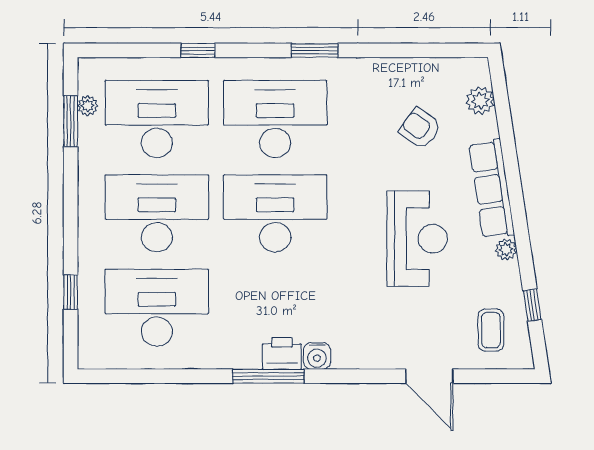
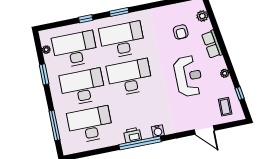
window: (314, 50) -> (119, 12), moved
window: (71, 121) -> (44, 74), moved
armchair: (420, 128) -> (181, 32), turned -129
row of seats: (492, 189) -> (212, 44), width x0.68
window: (71, 292) -> (54, 125), width x2.17
printer: (282, 353) -> (132, 135), moved
window: (268, 376) -> (140, 143), width x1.46

